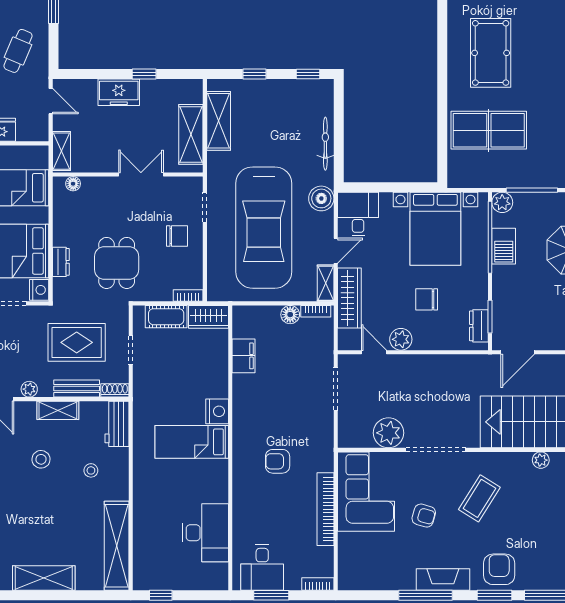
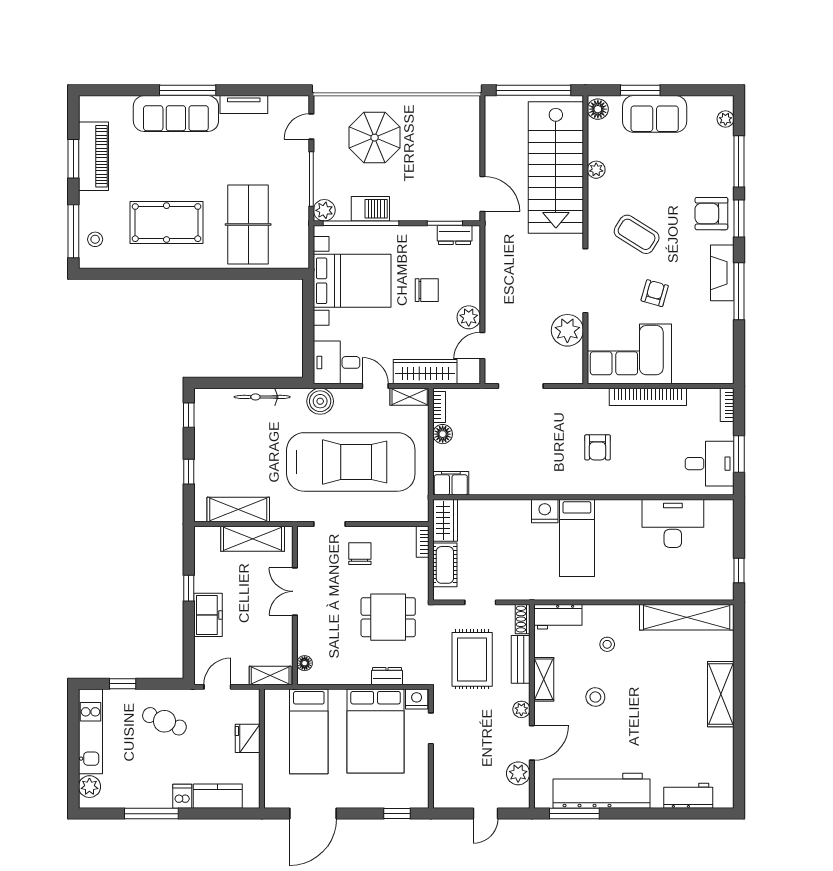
chair: (427, 299) -> (427, 290), turned -90
filing cabinet: (244, 356) -> (451, 483), moved

